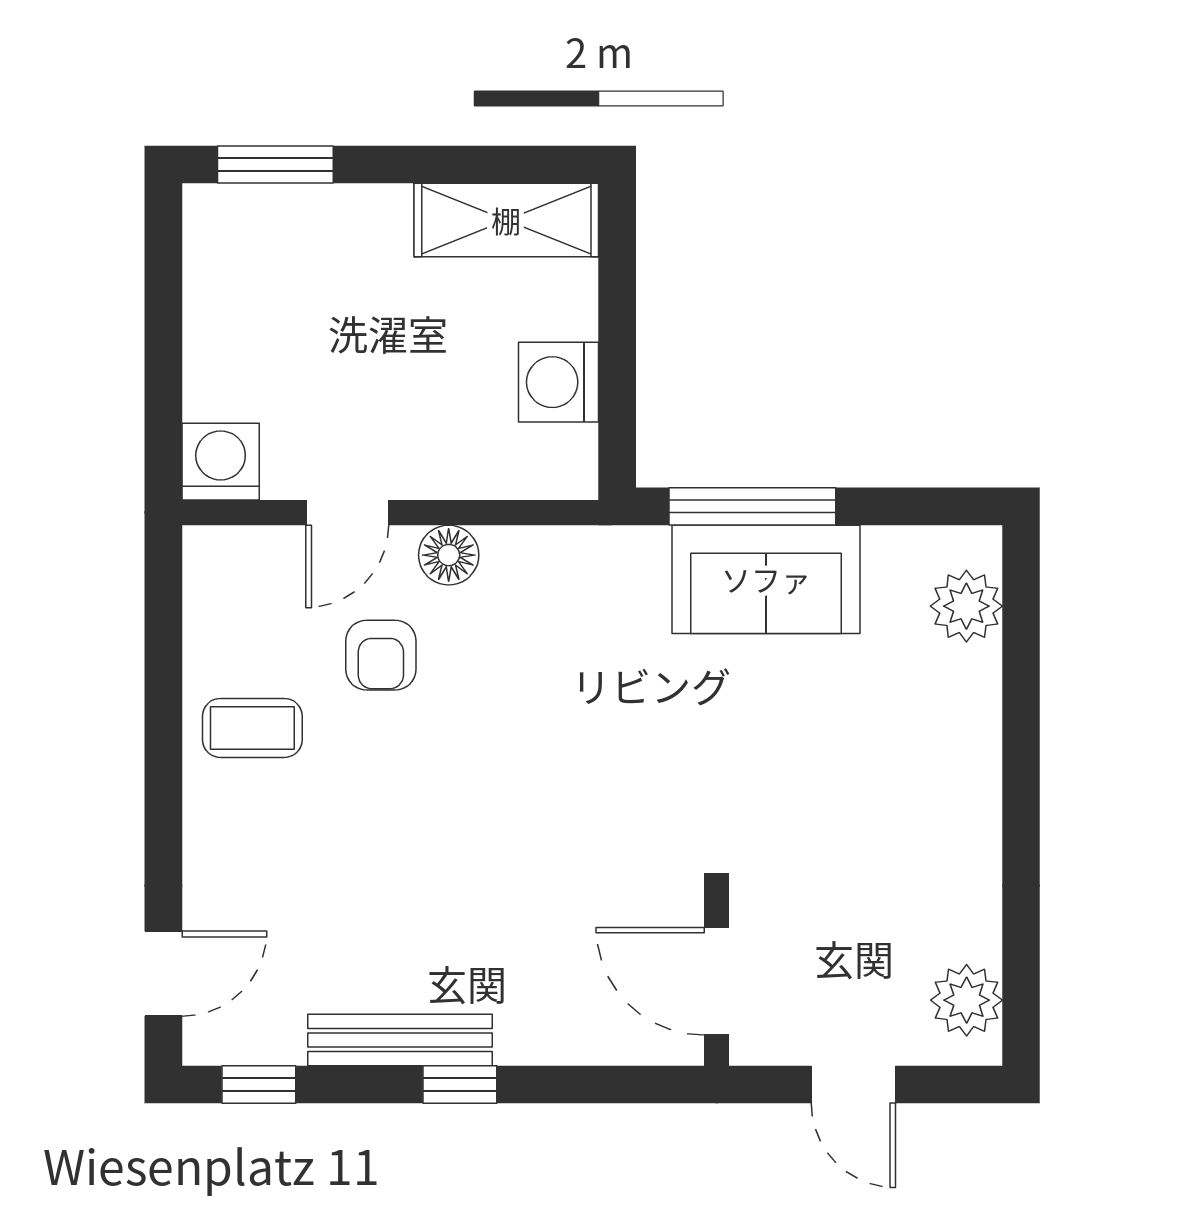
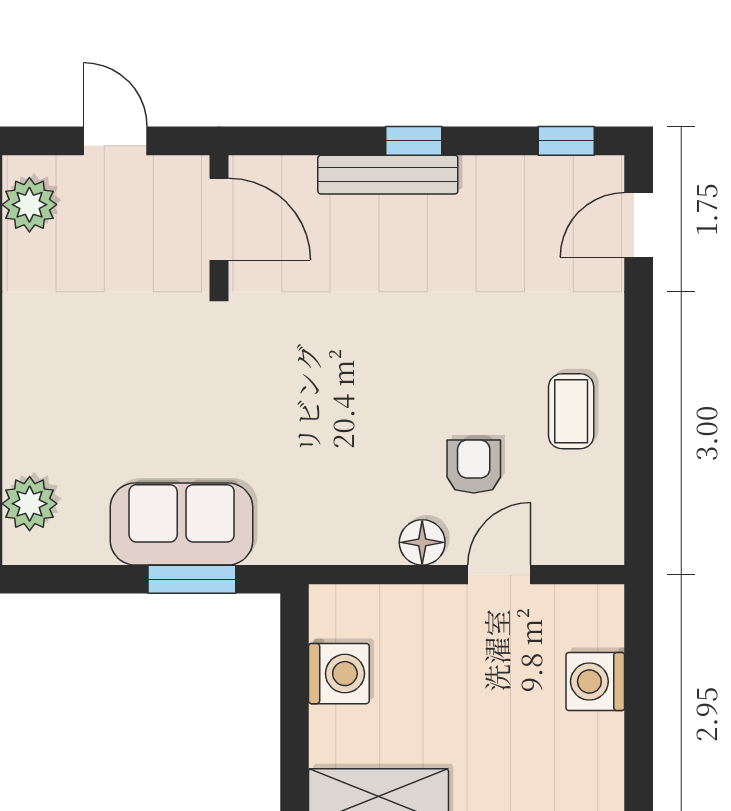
washing machine: (221, 462) -> (595, 682), moved, turned 90
window: (752, 506) -> (192, 579), width x0.69
coffee table: (252, 728) -> (571, 411), turned 90
bench: (400, 1040) -> (388, 175), moved

